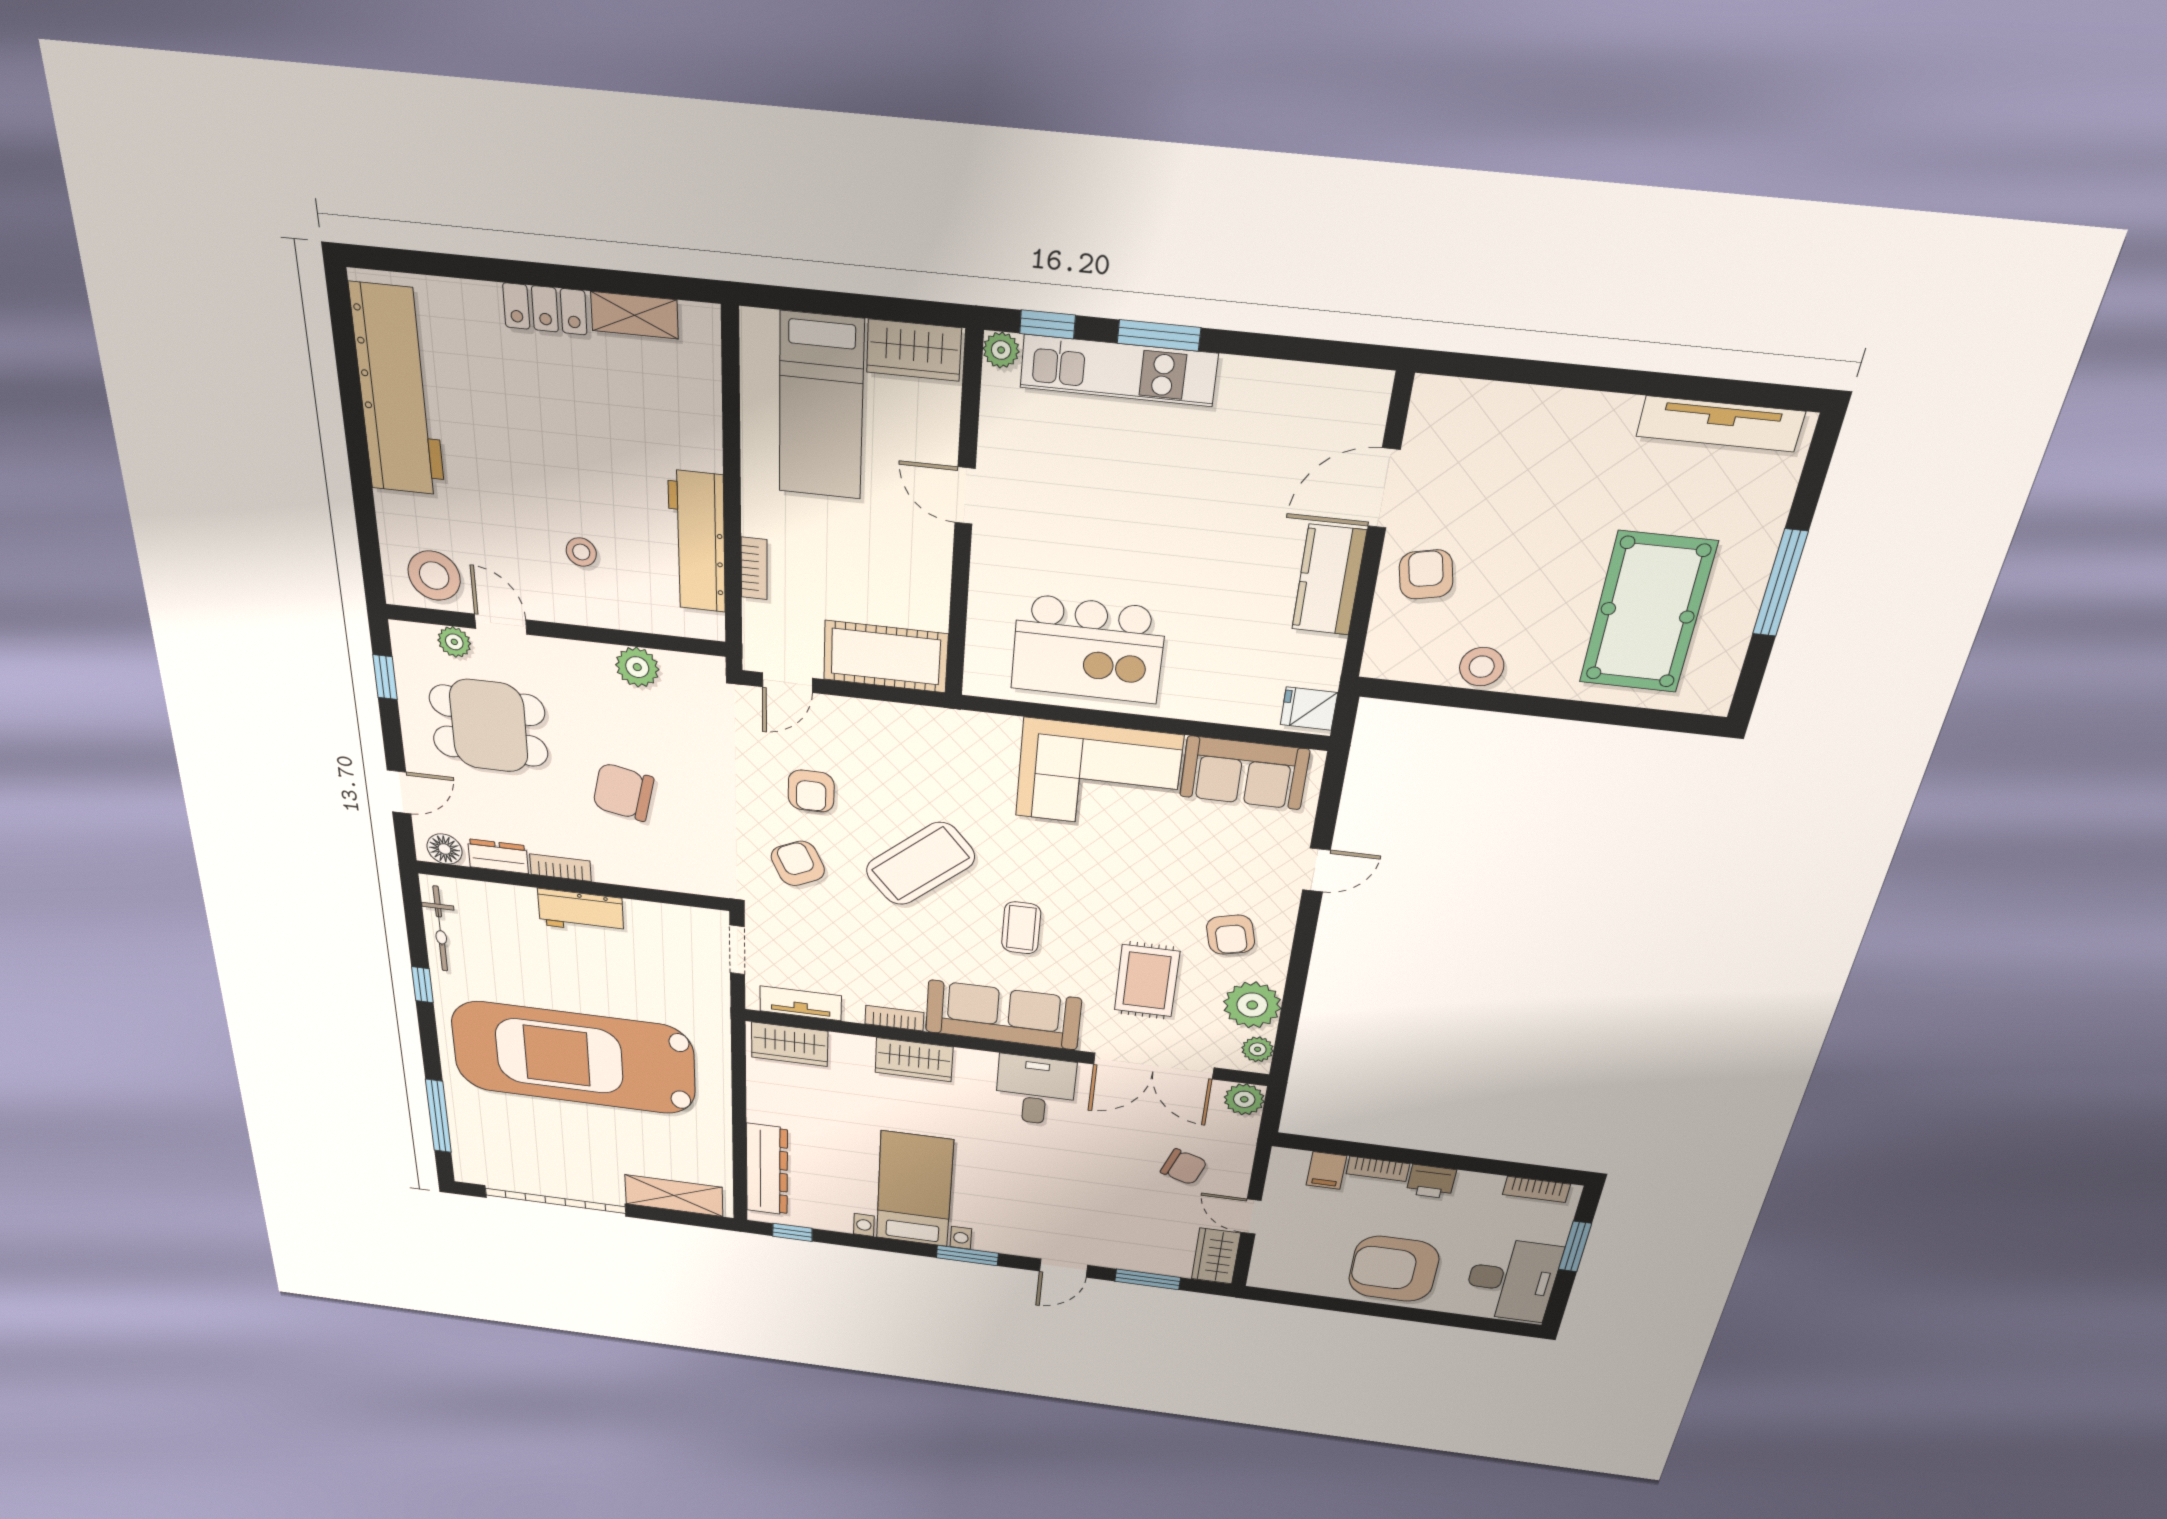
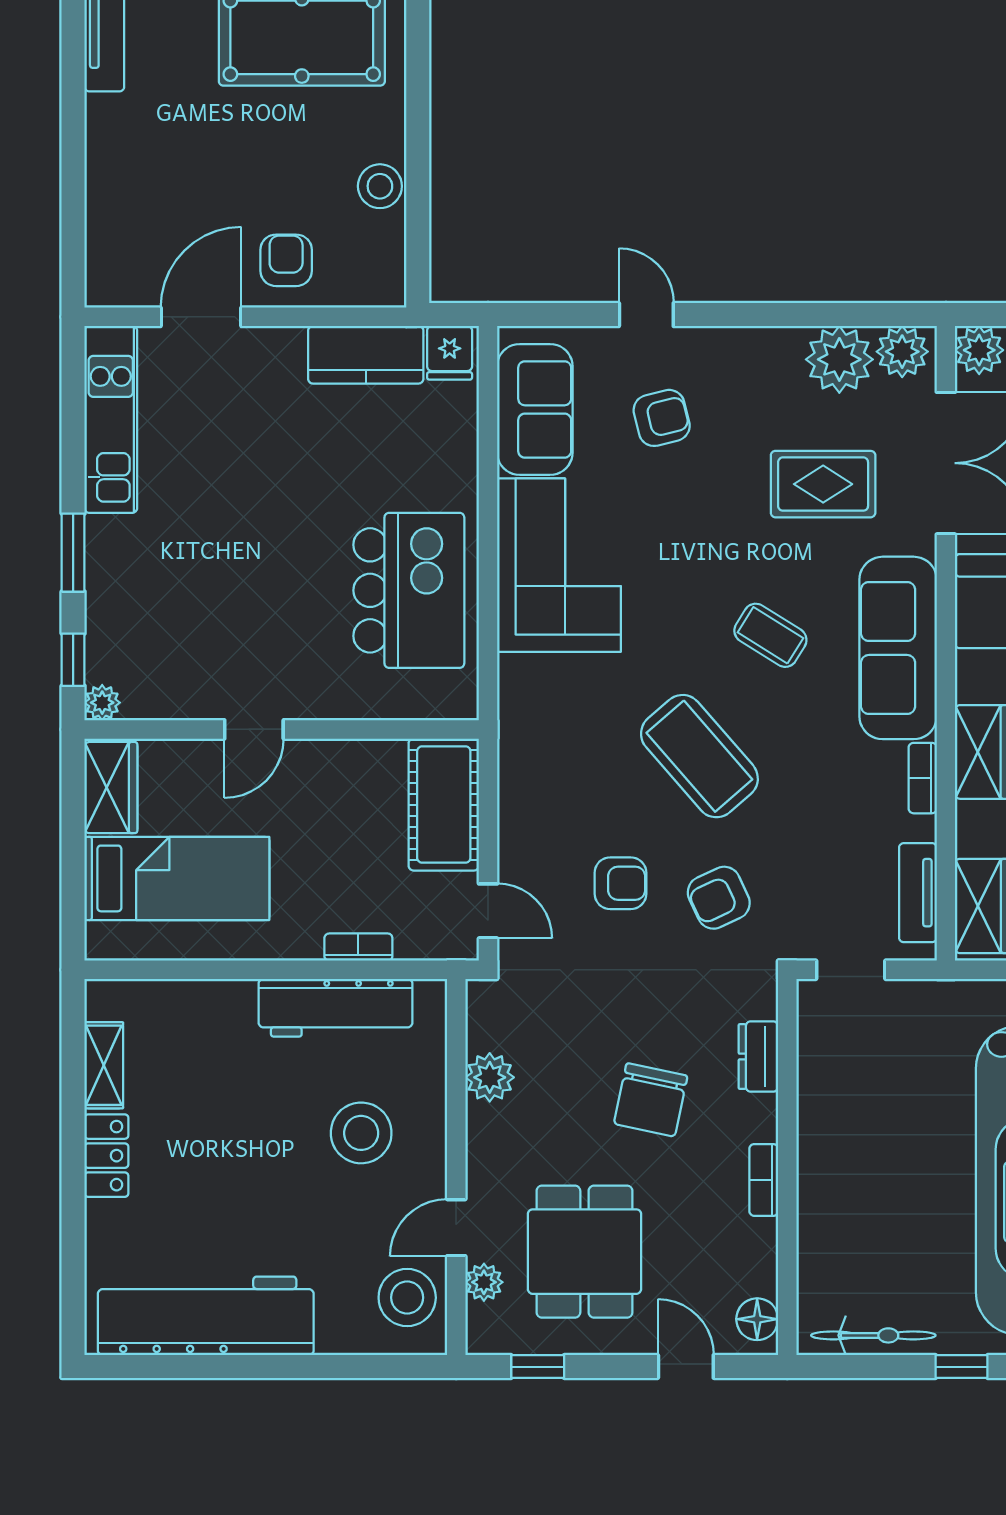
kitchen unit: (1118, 371) -> (111, 419), moved
door: (1384, 488) -> (201, 317), swing flipped
stool: (581, 552) -> (361, 1133), width x1.89, depth x1.89
armchair: (1426, 574) -> (286, 260), turned 102
kitchen counter: (1329, 580) -> (366, 355), moved
dresser: (498, 856) -> (758, 1057), moved
workbench: (581, 911) -> (823, 1159), removed
coffee table: (1021, 928) -> (770, 635), turned 32
armchair: (1231, 935) -> (662, 418), moved
plant: (1258, 1049) -> (902, 352), width x1.38, depth x1.38

